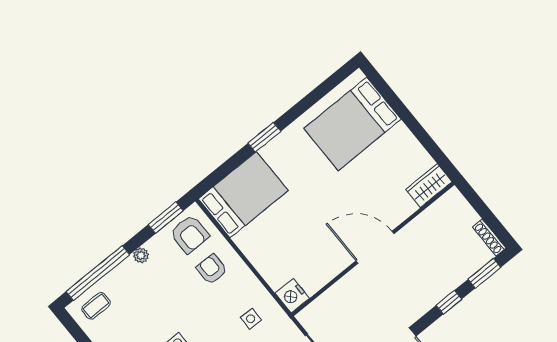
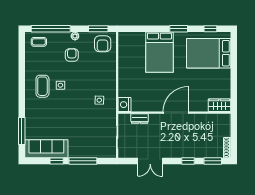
window: (326, 87) -> (210, 29), added
window: (264, 137) -> (179, 29), moved
bed: (243, 195) -> (159, 52), moved, turned 90
door: (375, 247) -> (176, 113), hinge flipped
armchair: (212, 269) -> (72, 55), moved
dresser: (330, 298) -> (140, 119), added

